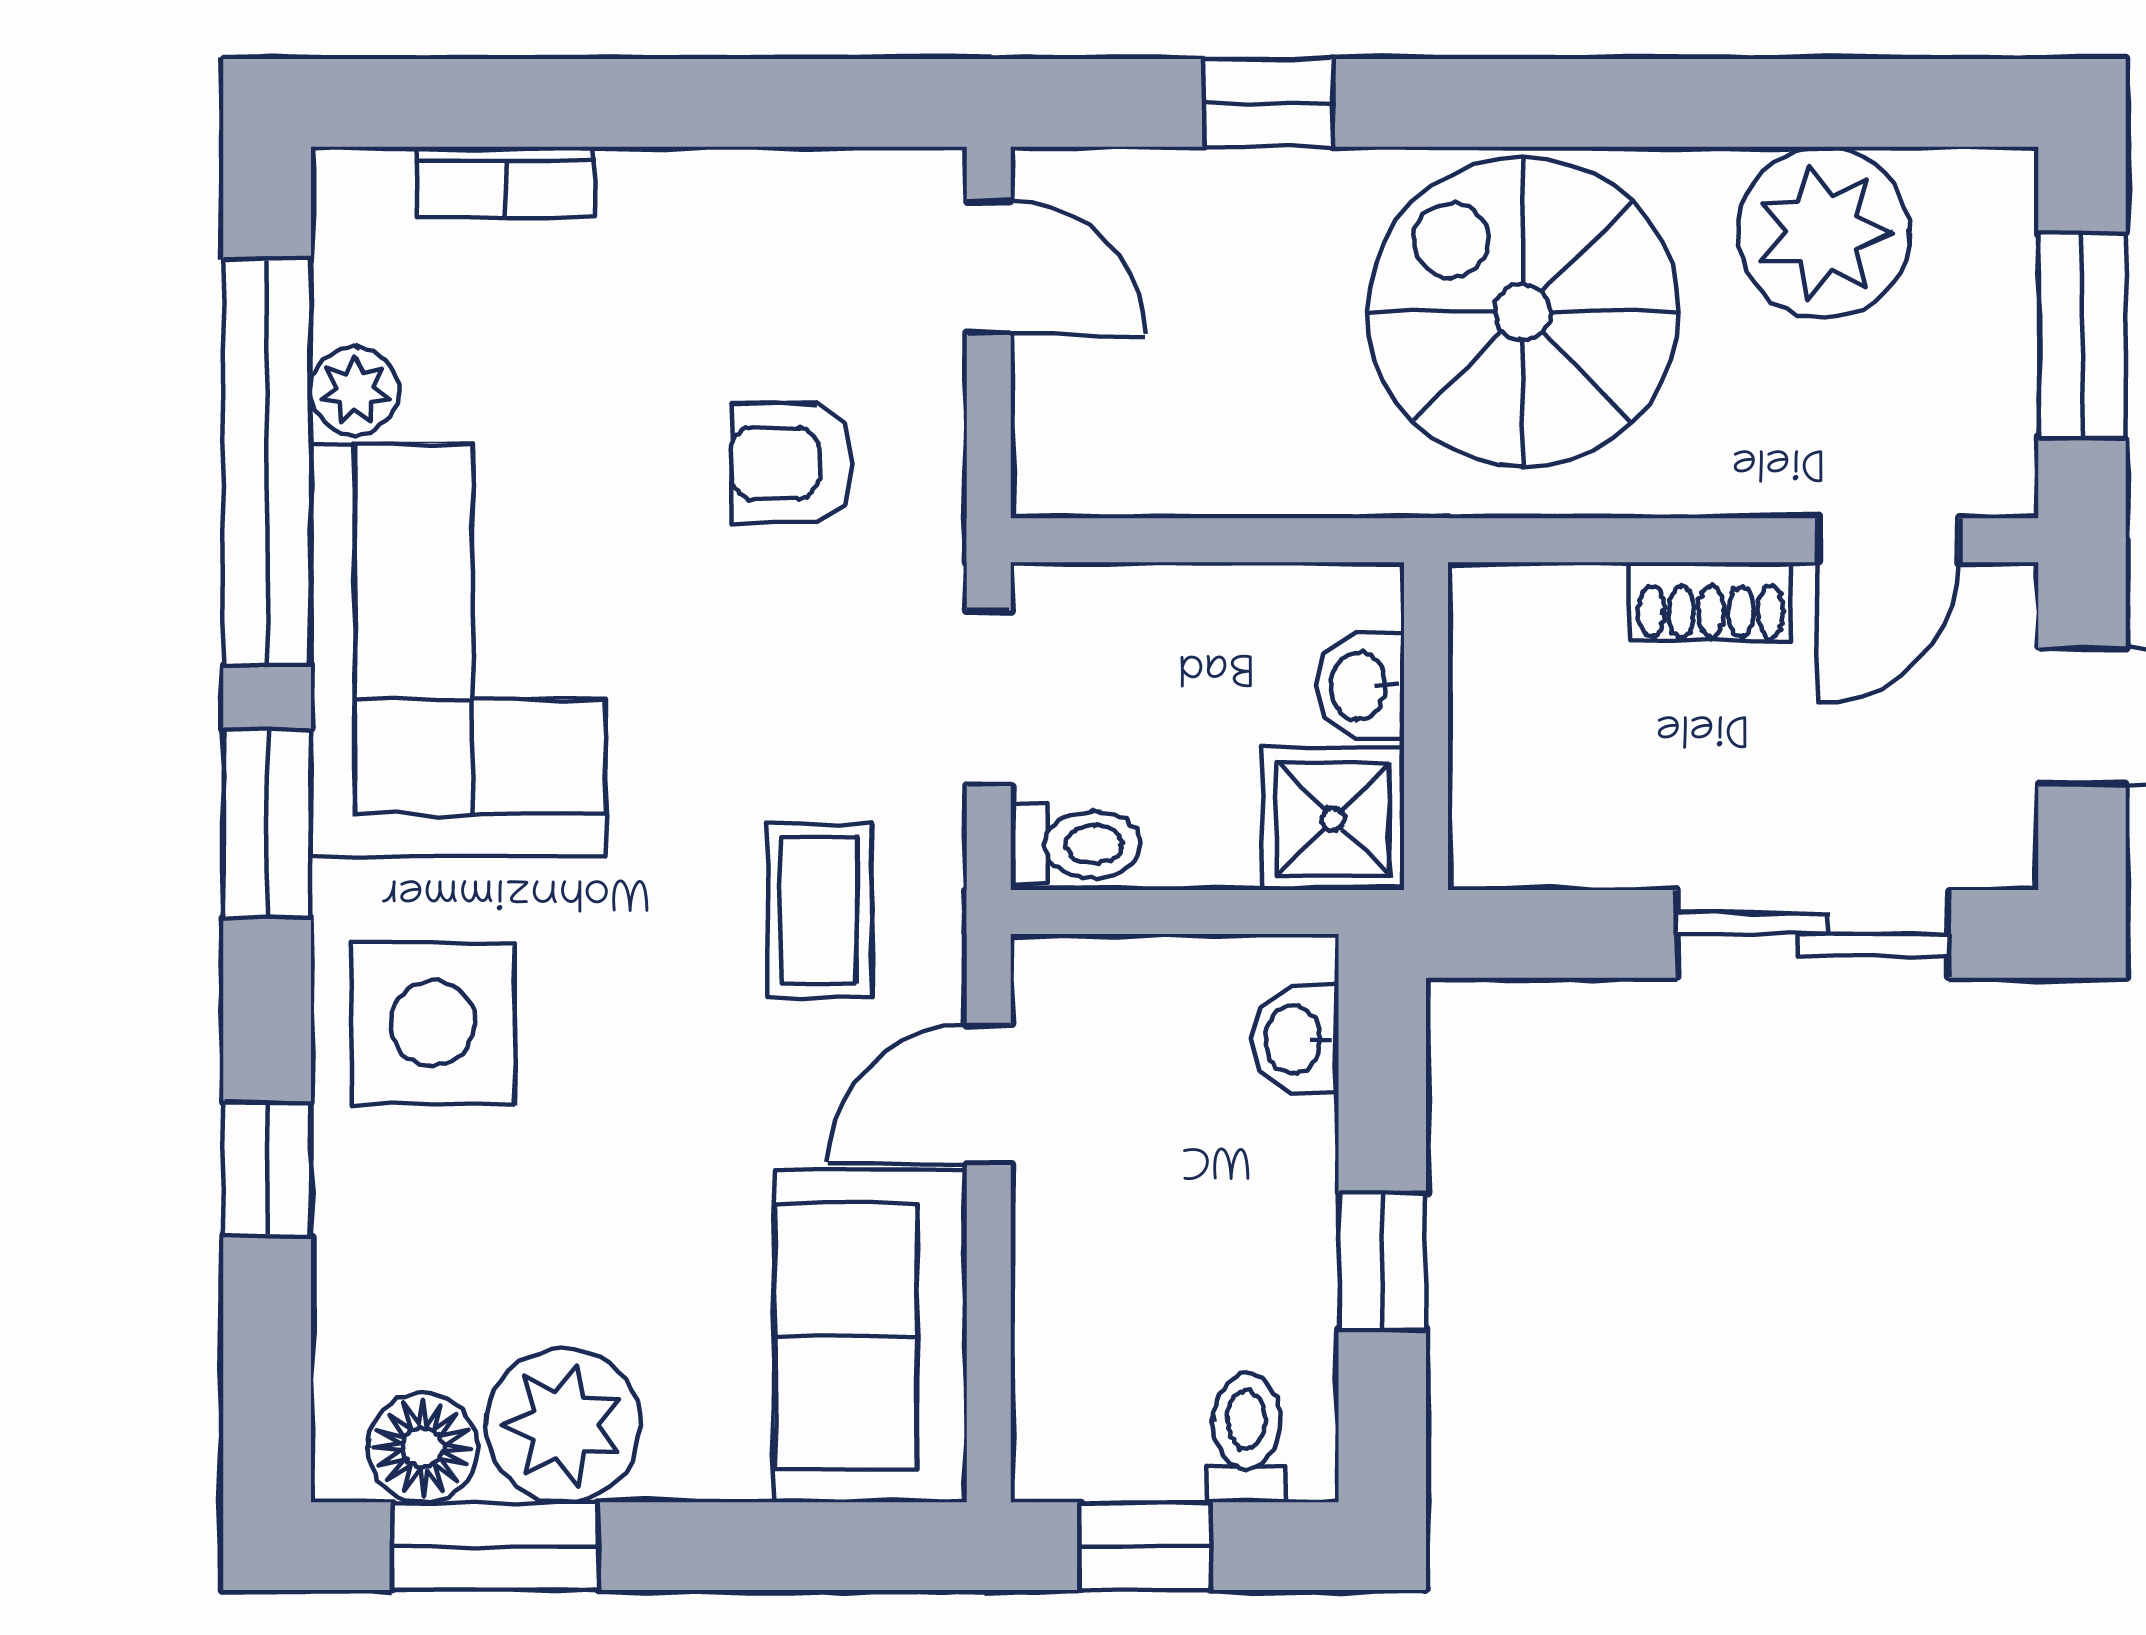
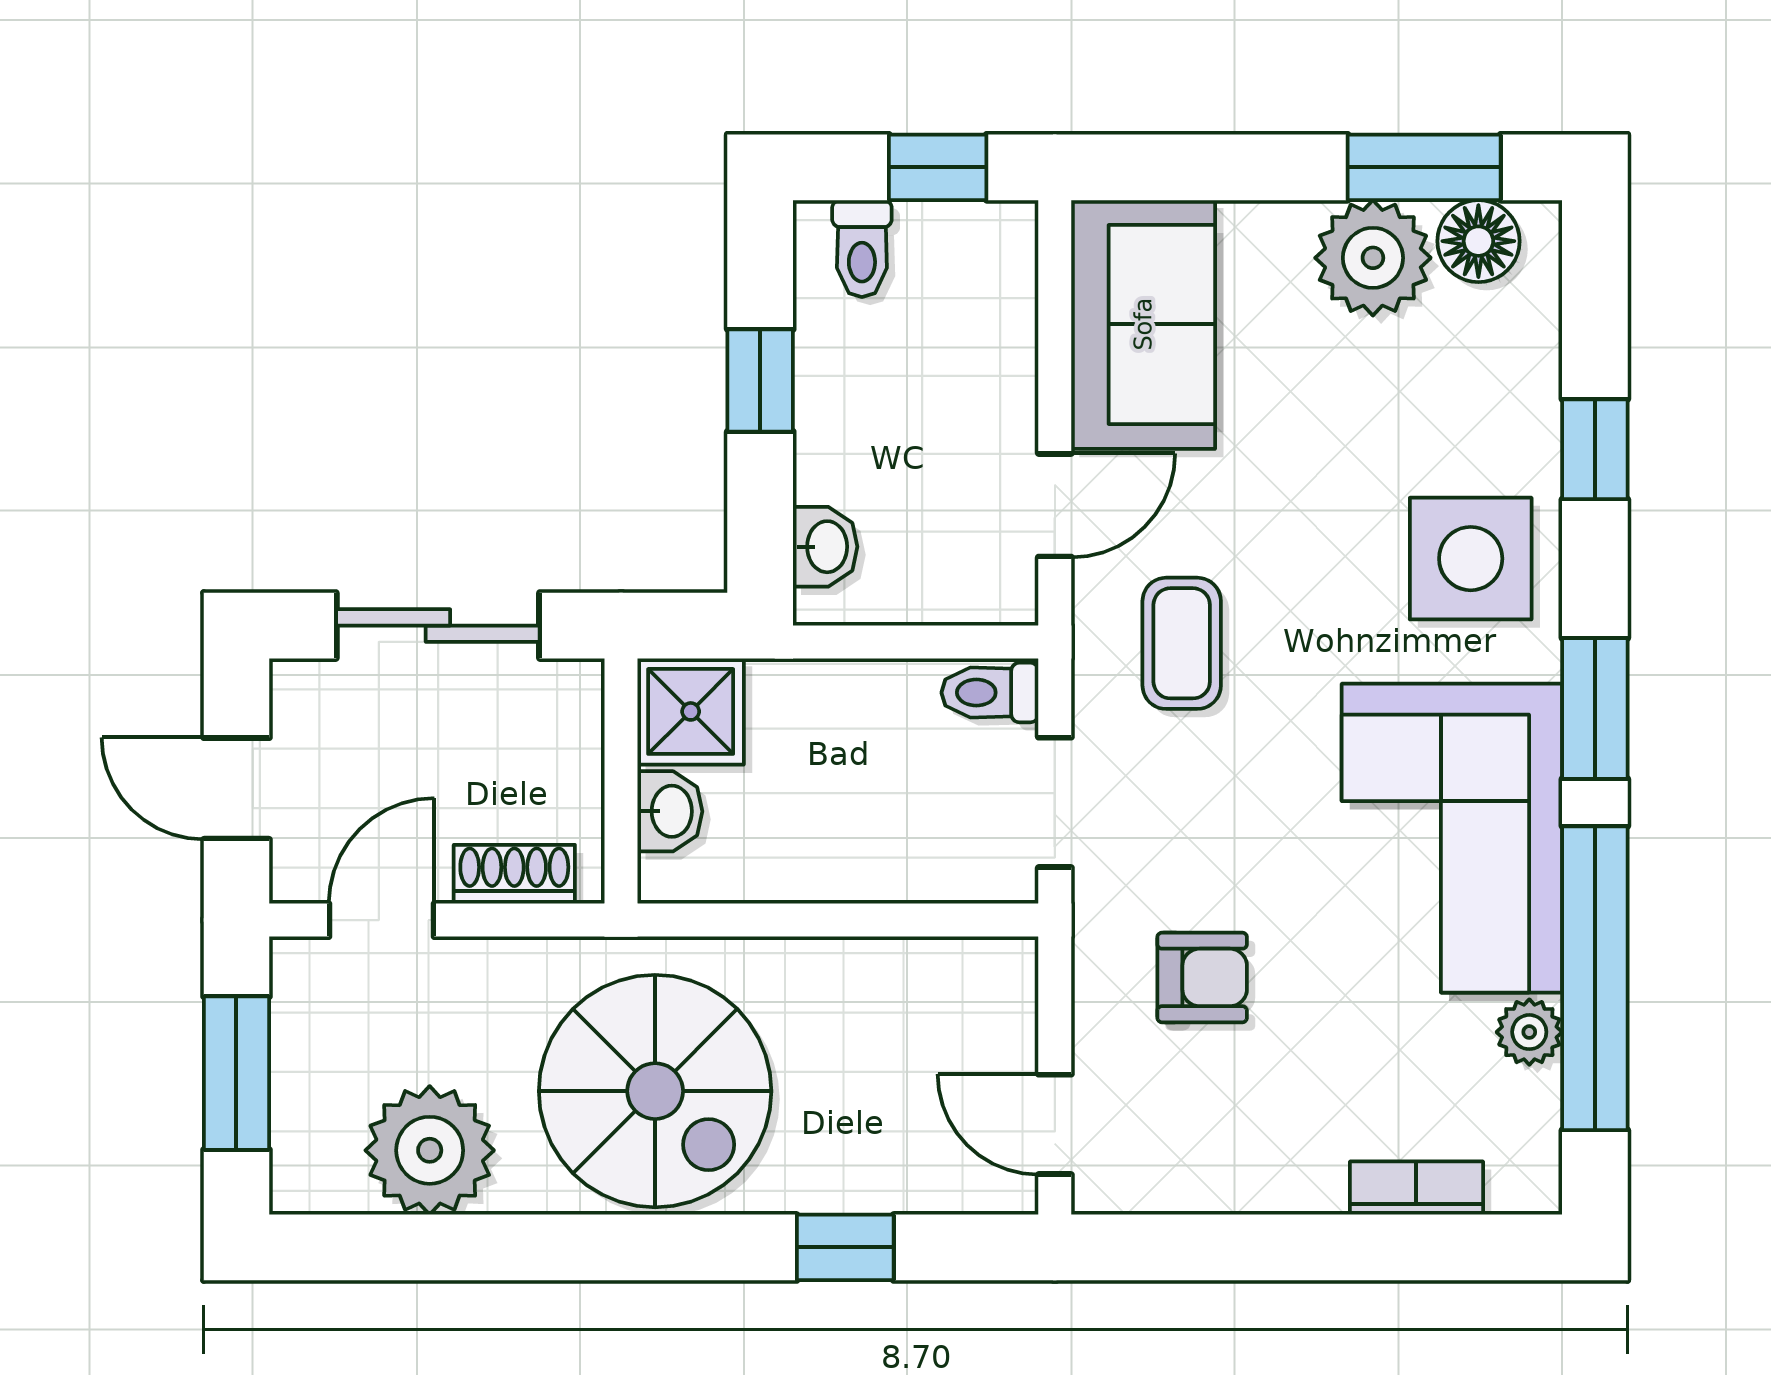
washbasin: (1361, 686) -> (670, 811), moved
wall: (1426, 726) -> (621, 781), moved
shower: (1333, 819) -> (691, 711), moved

